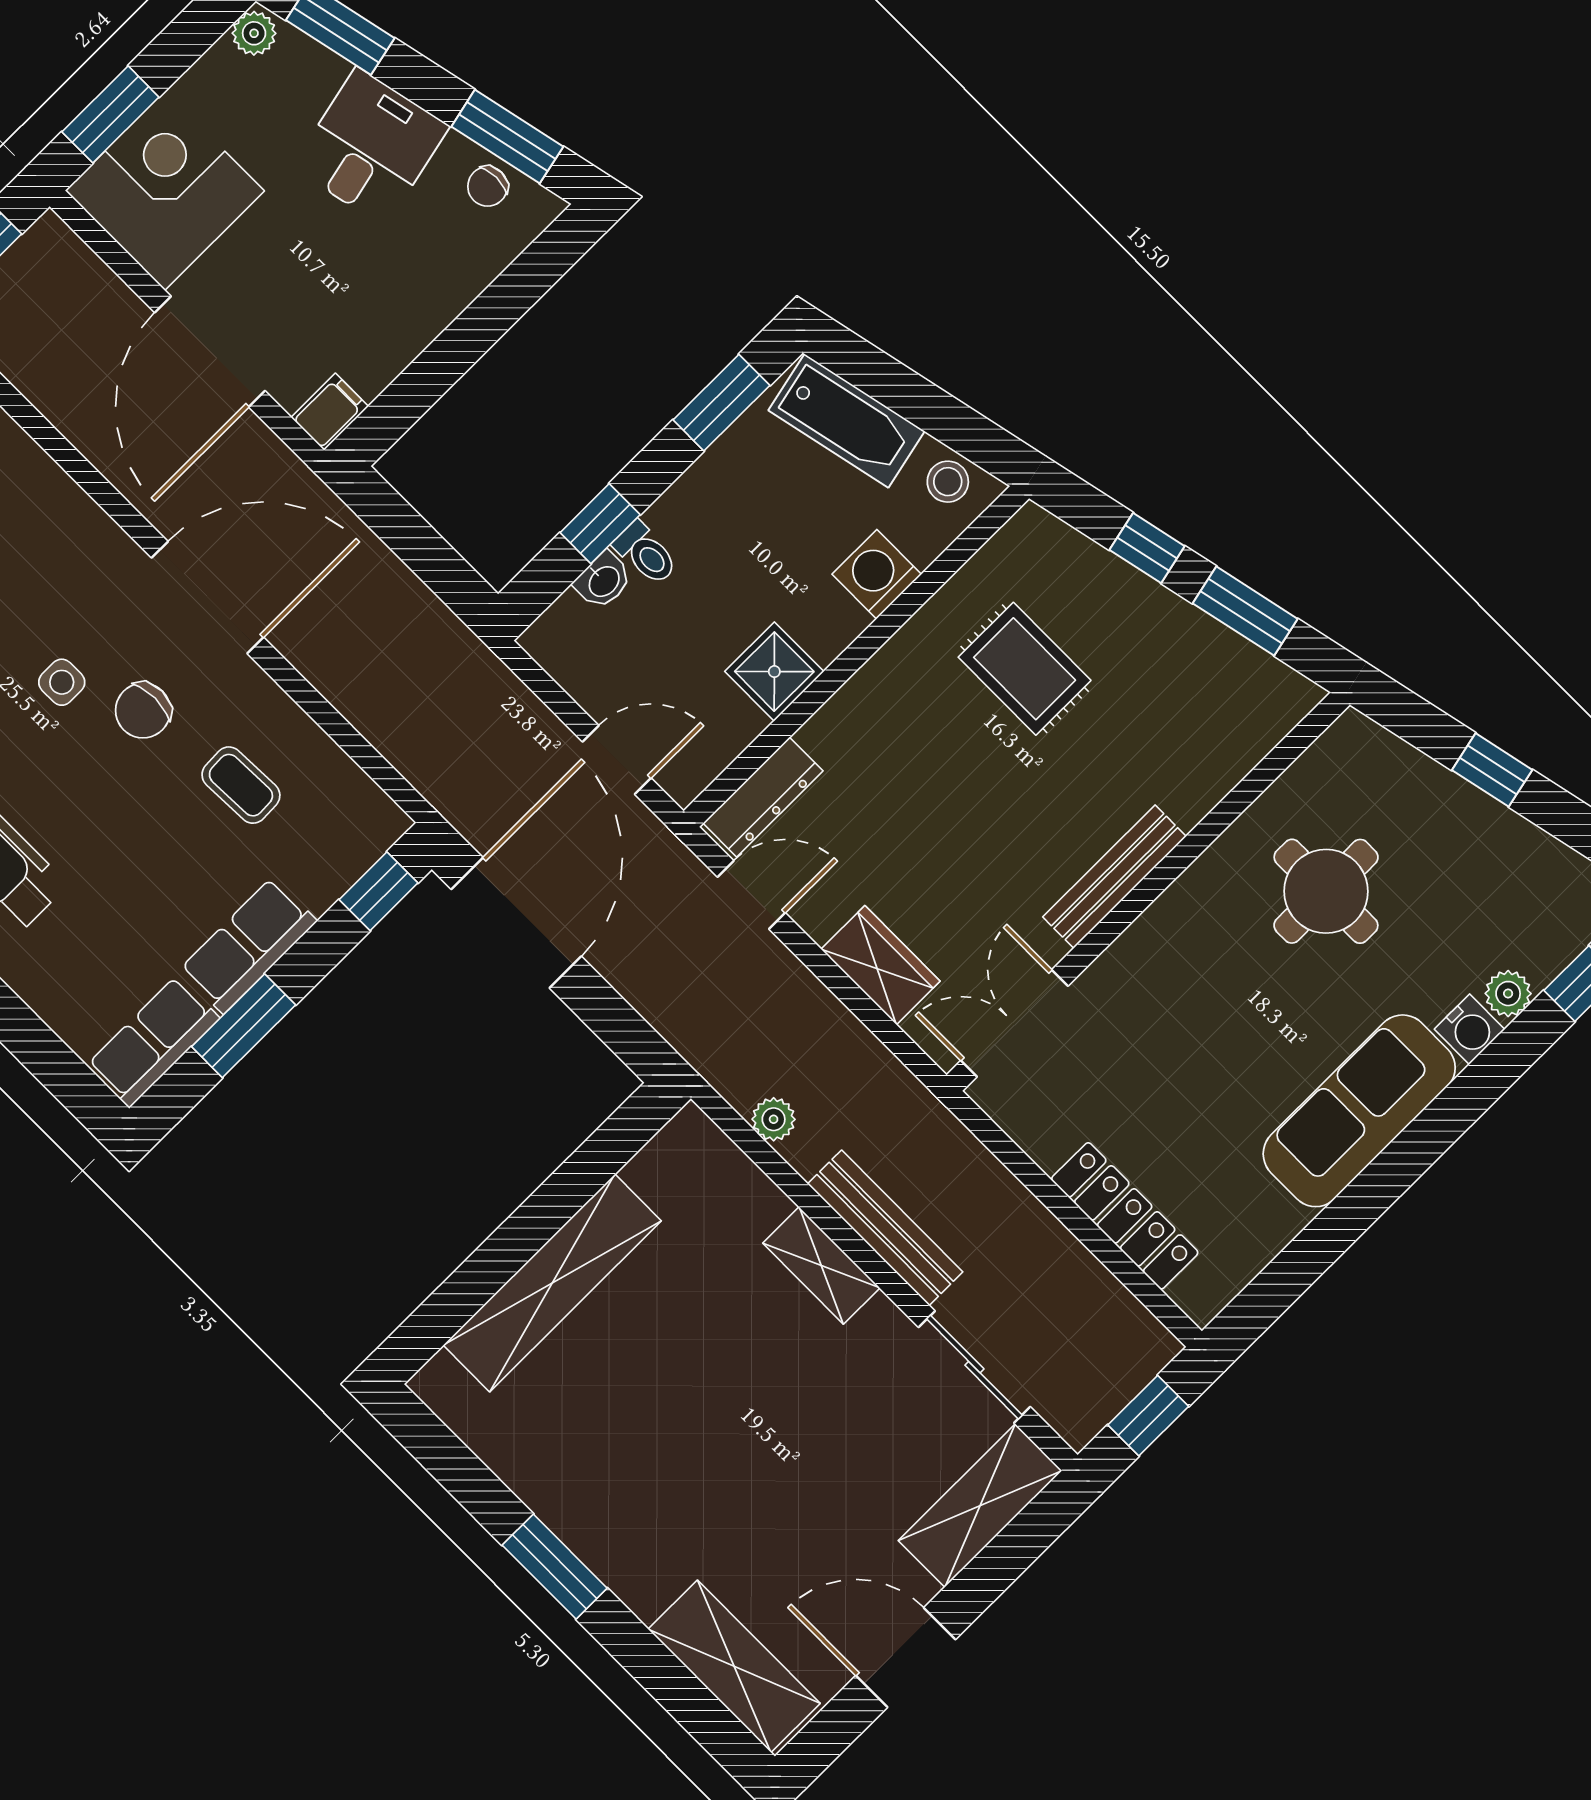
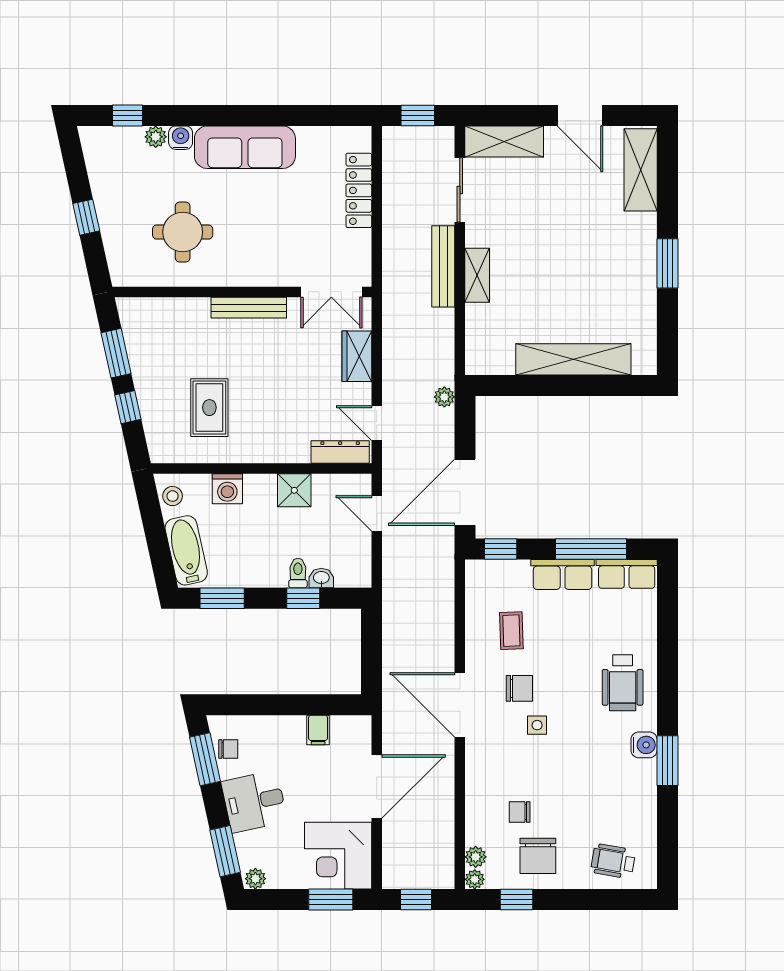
filing cabinet: (330, 412) -> (318, 730), moved, turned -90
window: (244, 1026) -> (591, 549), width x1.44
plant: (774, 1119) -> (444, 397), moved

